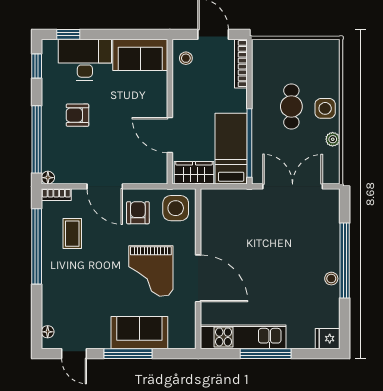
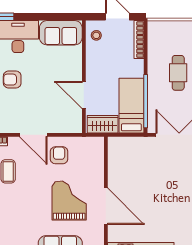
side table: (176, 208) -> (88, 152), removed
grand piano: (151, 271) -> (69, 200), turned 180

